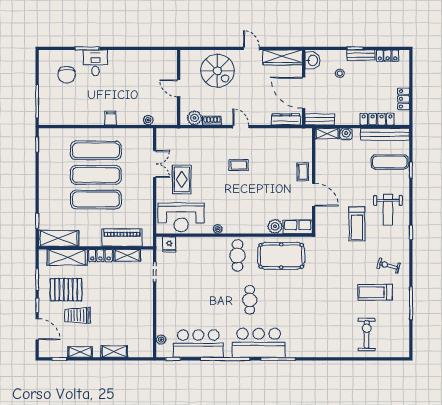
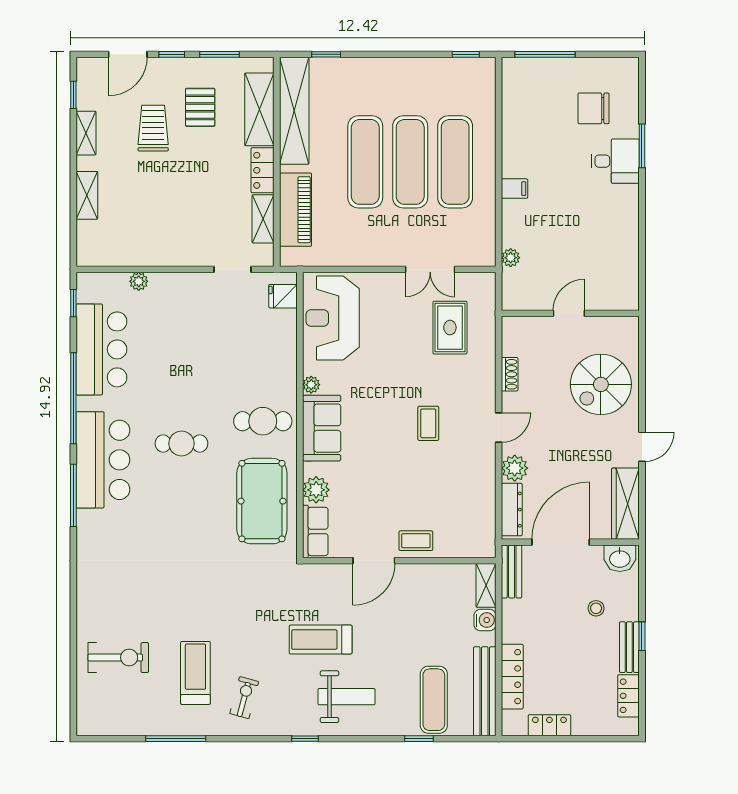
plant: (194, 118) -> (515, 468), moved
rug: (182, 179) -> (450, 328), moved, turned 90
weight bench: (388, 210) -> (347, 697), turned 180
sofa: (241, 223) -> (322, 428), added
shelving: (59, 238) -> (294, 111), width x1.47
pallet: (66, 290) -> (200, 107), width x0.67, depth x0.71
plant: (161, 340) -> (139, 281), moved

